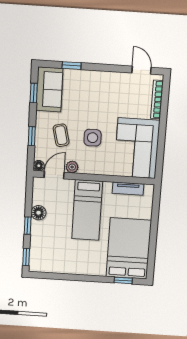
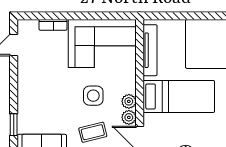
bookcase: (157, 99) -> (53, 25), width x0.64
plant: (86, 168) -> (129, 101), added
tv unit: (128, 189) -> (150, 50), width x1.41

